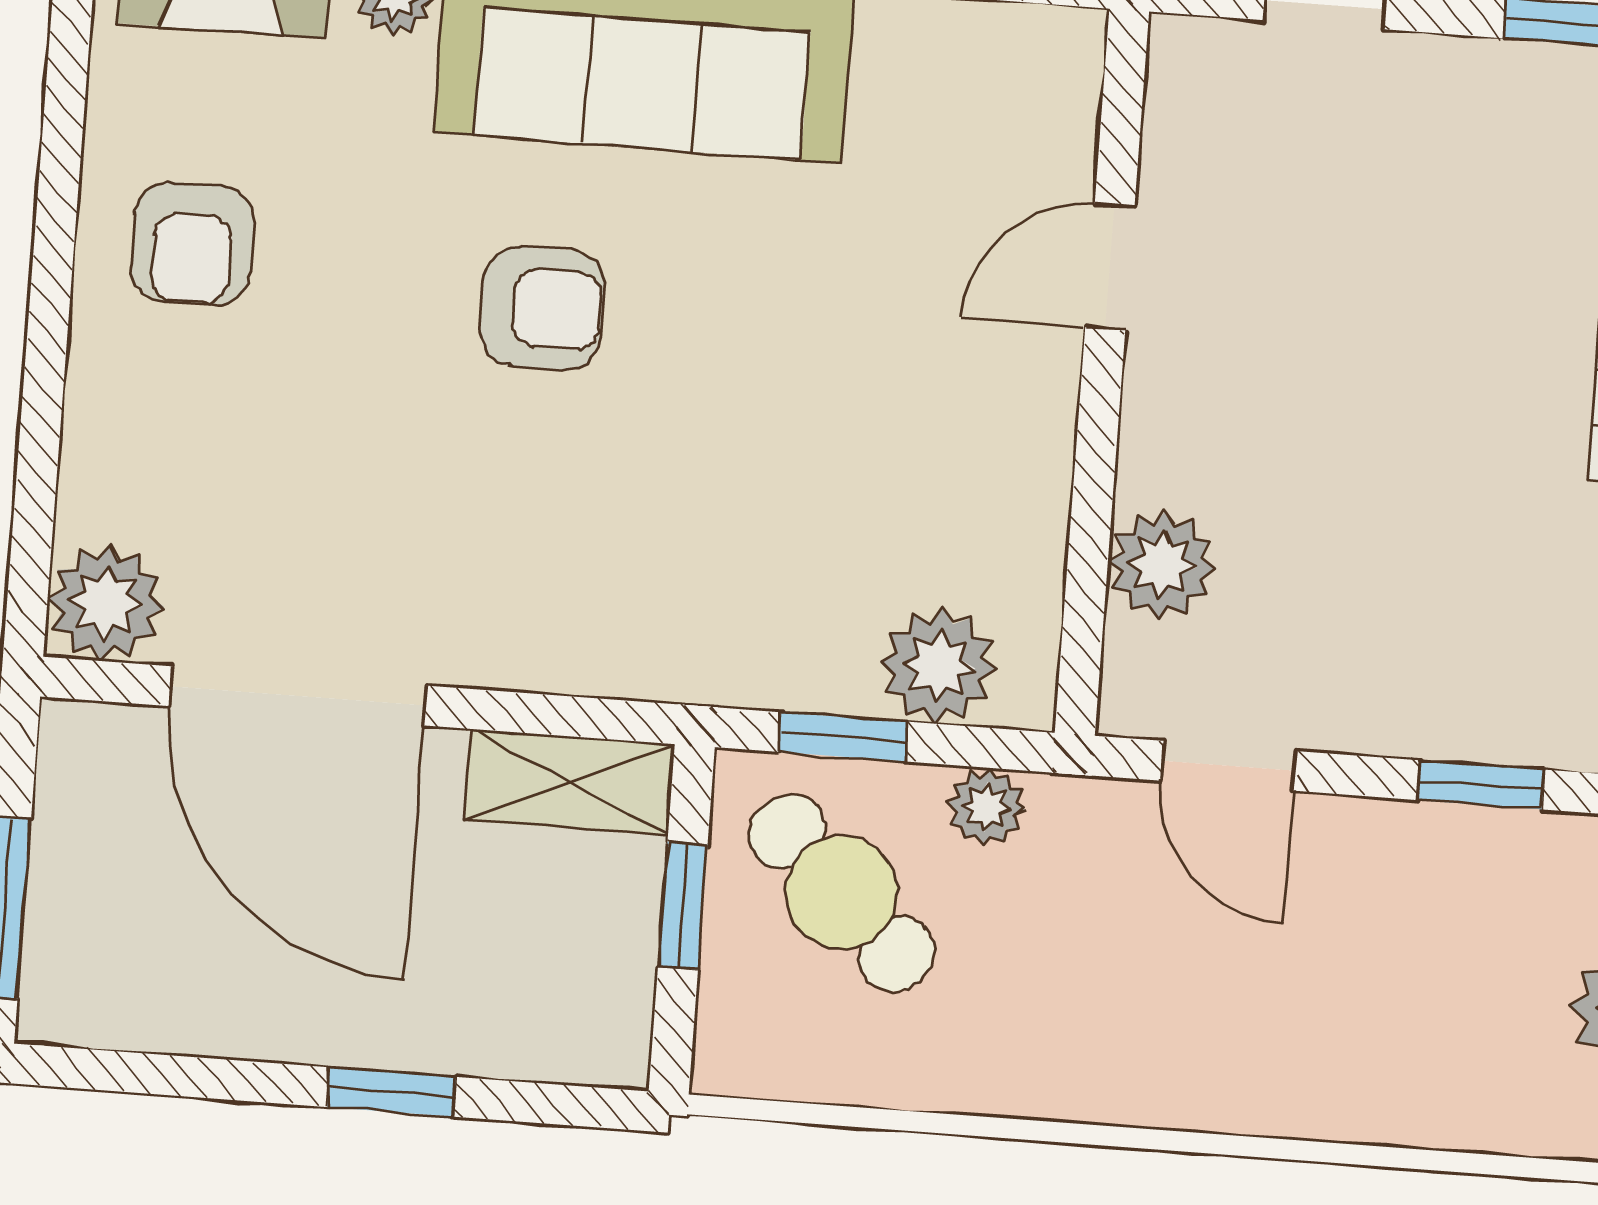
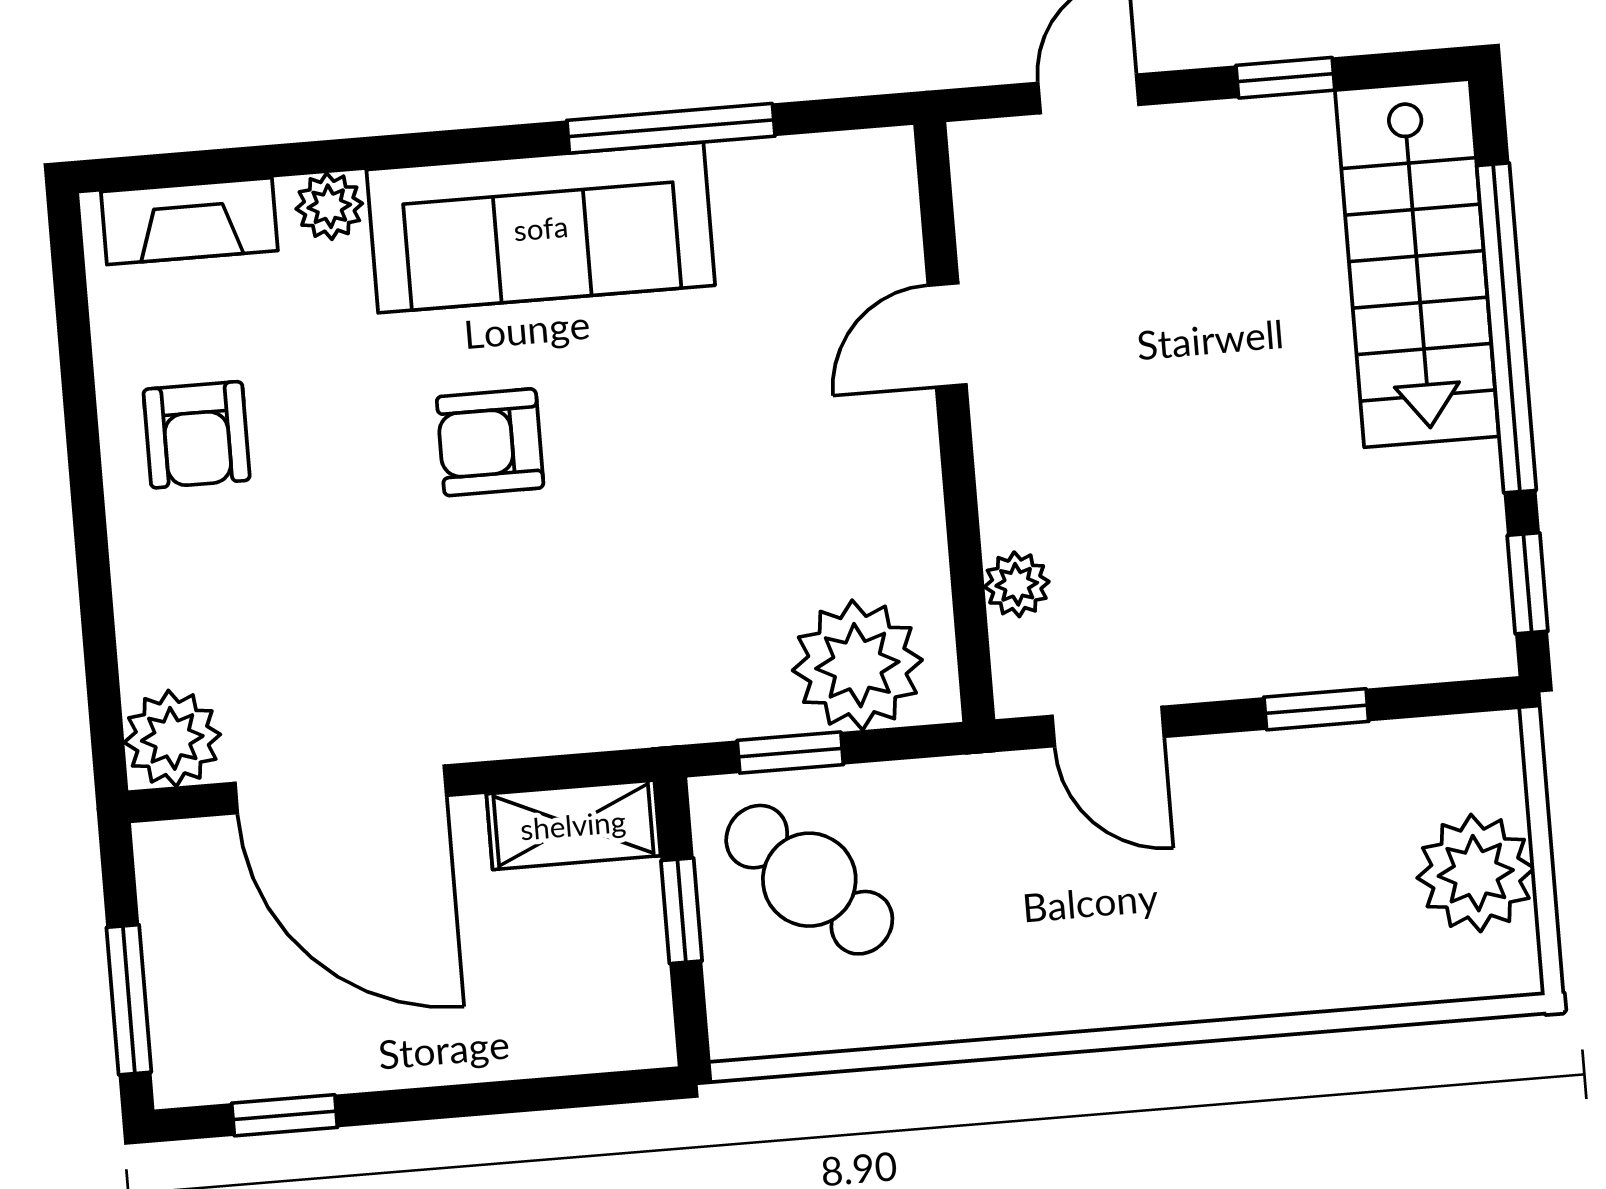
armchair: (542, 308) -> (490, 442), turned 180
plant: (1162, 565) -> (1017, 584), width x0.73, depth x0.73
plant: (938, 666) -> (857, 665), width x1.36, depth x1.36
plant: (986, 807) -> (916, 791), removed
window: (392, 1092) -> (285, 1115), moved

